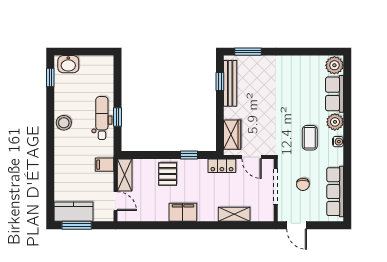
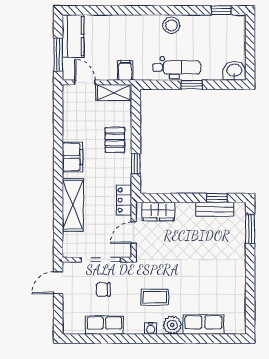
washbasin: (68, 64) -> (234, 71), moved, turned 90
plant: (334, 65) -> (235, 324), removed
bench: (230, 83) -> (215, 209), width x0.73
window: (118, 117) -> (192, 85), moved
pallet: (168, 174) -> (115, 140), turned 90
row of seats: (335, 192) -> (104, 325), width x0.68
door: (115, 201) -> (85, 82), swing flipped
shelving: (234, 214) -> (73, 205), width x1.50, depth x1.33
window: (77, 225) -> (58, 55), moved

